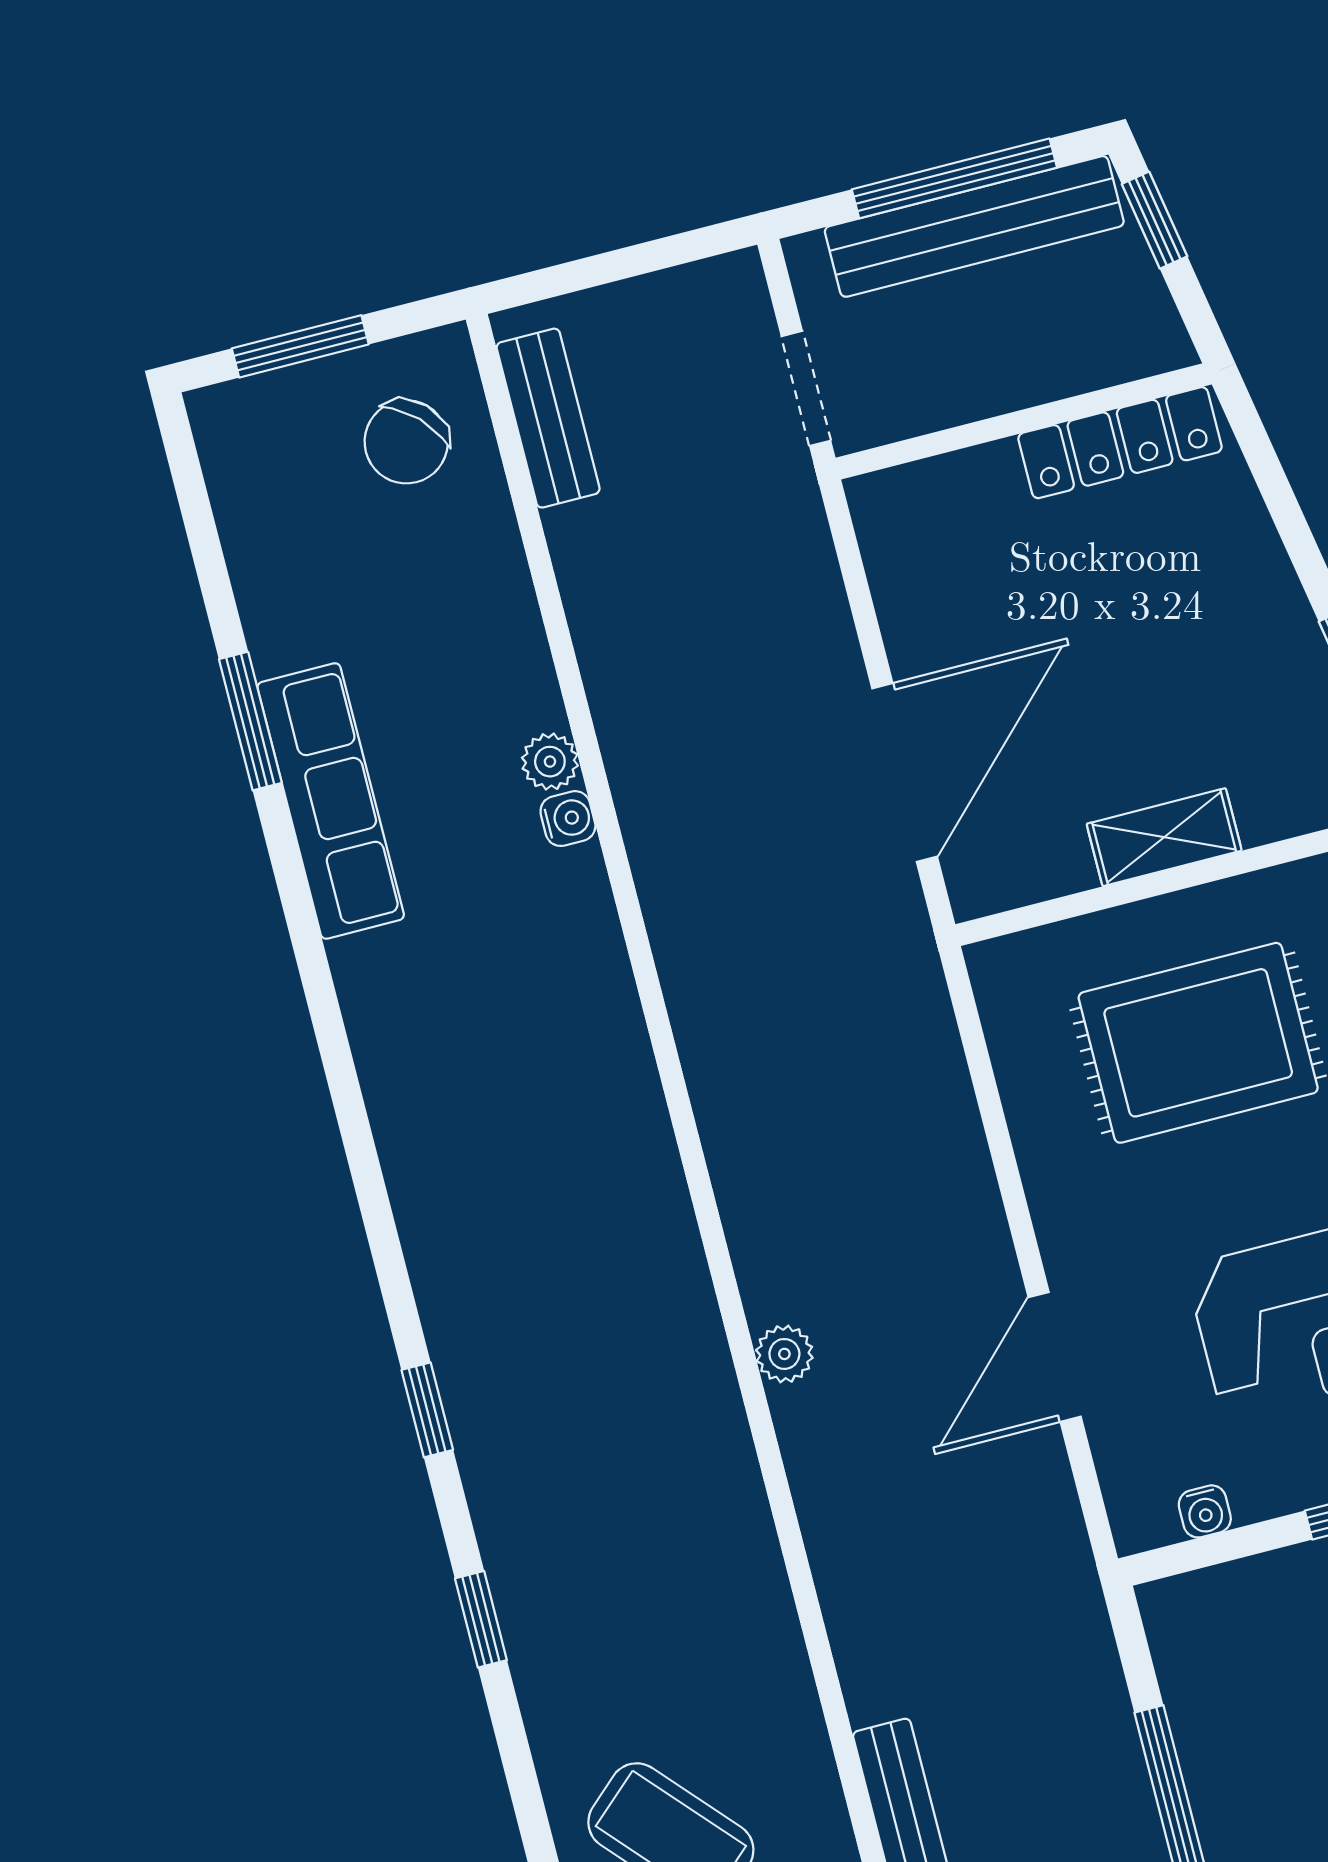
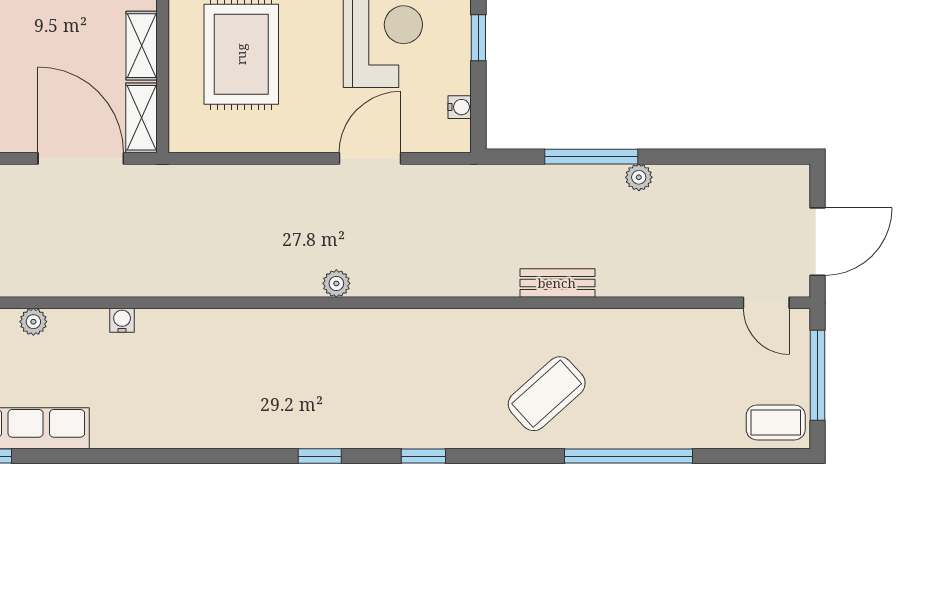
water cooler: (568, 819) -> (122, 320), moved
shelving: (1018, 874) -> (142, 118), added
door: (1055, 1357) -> (370, 158), swing flipped

